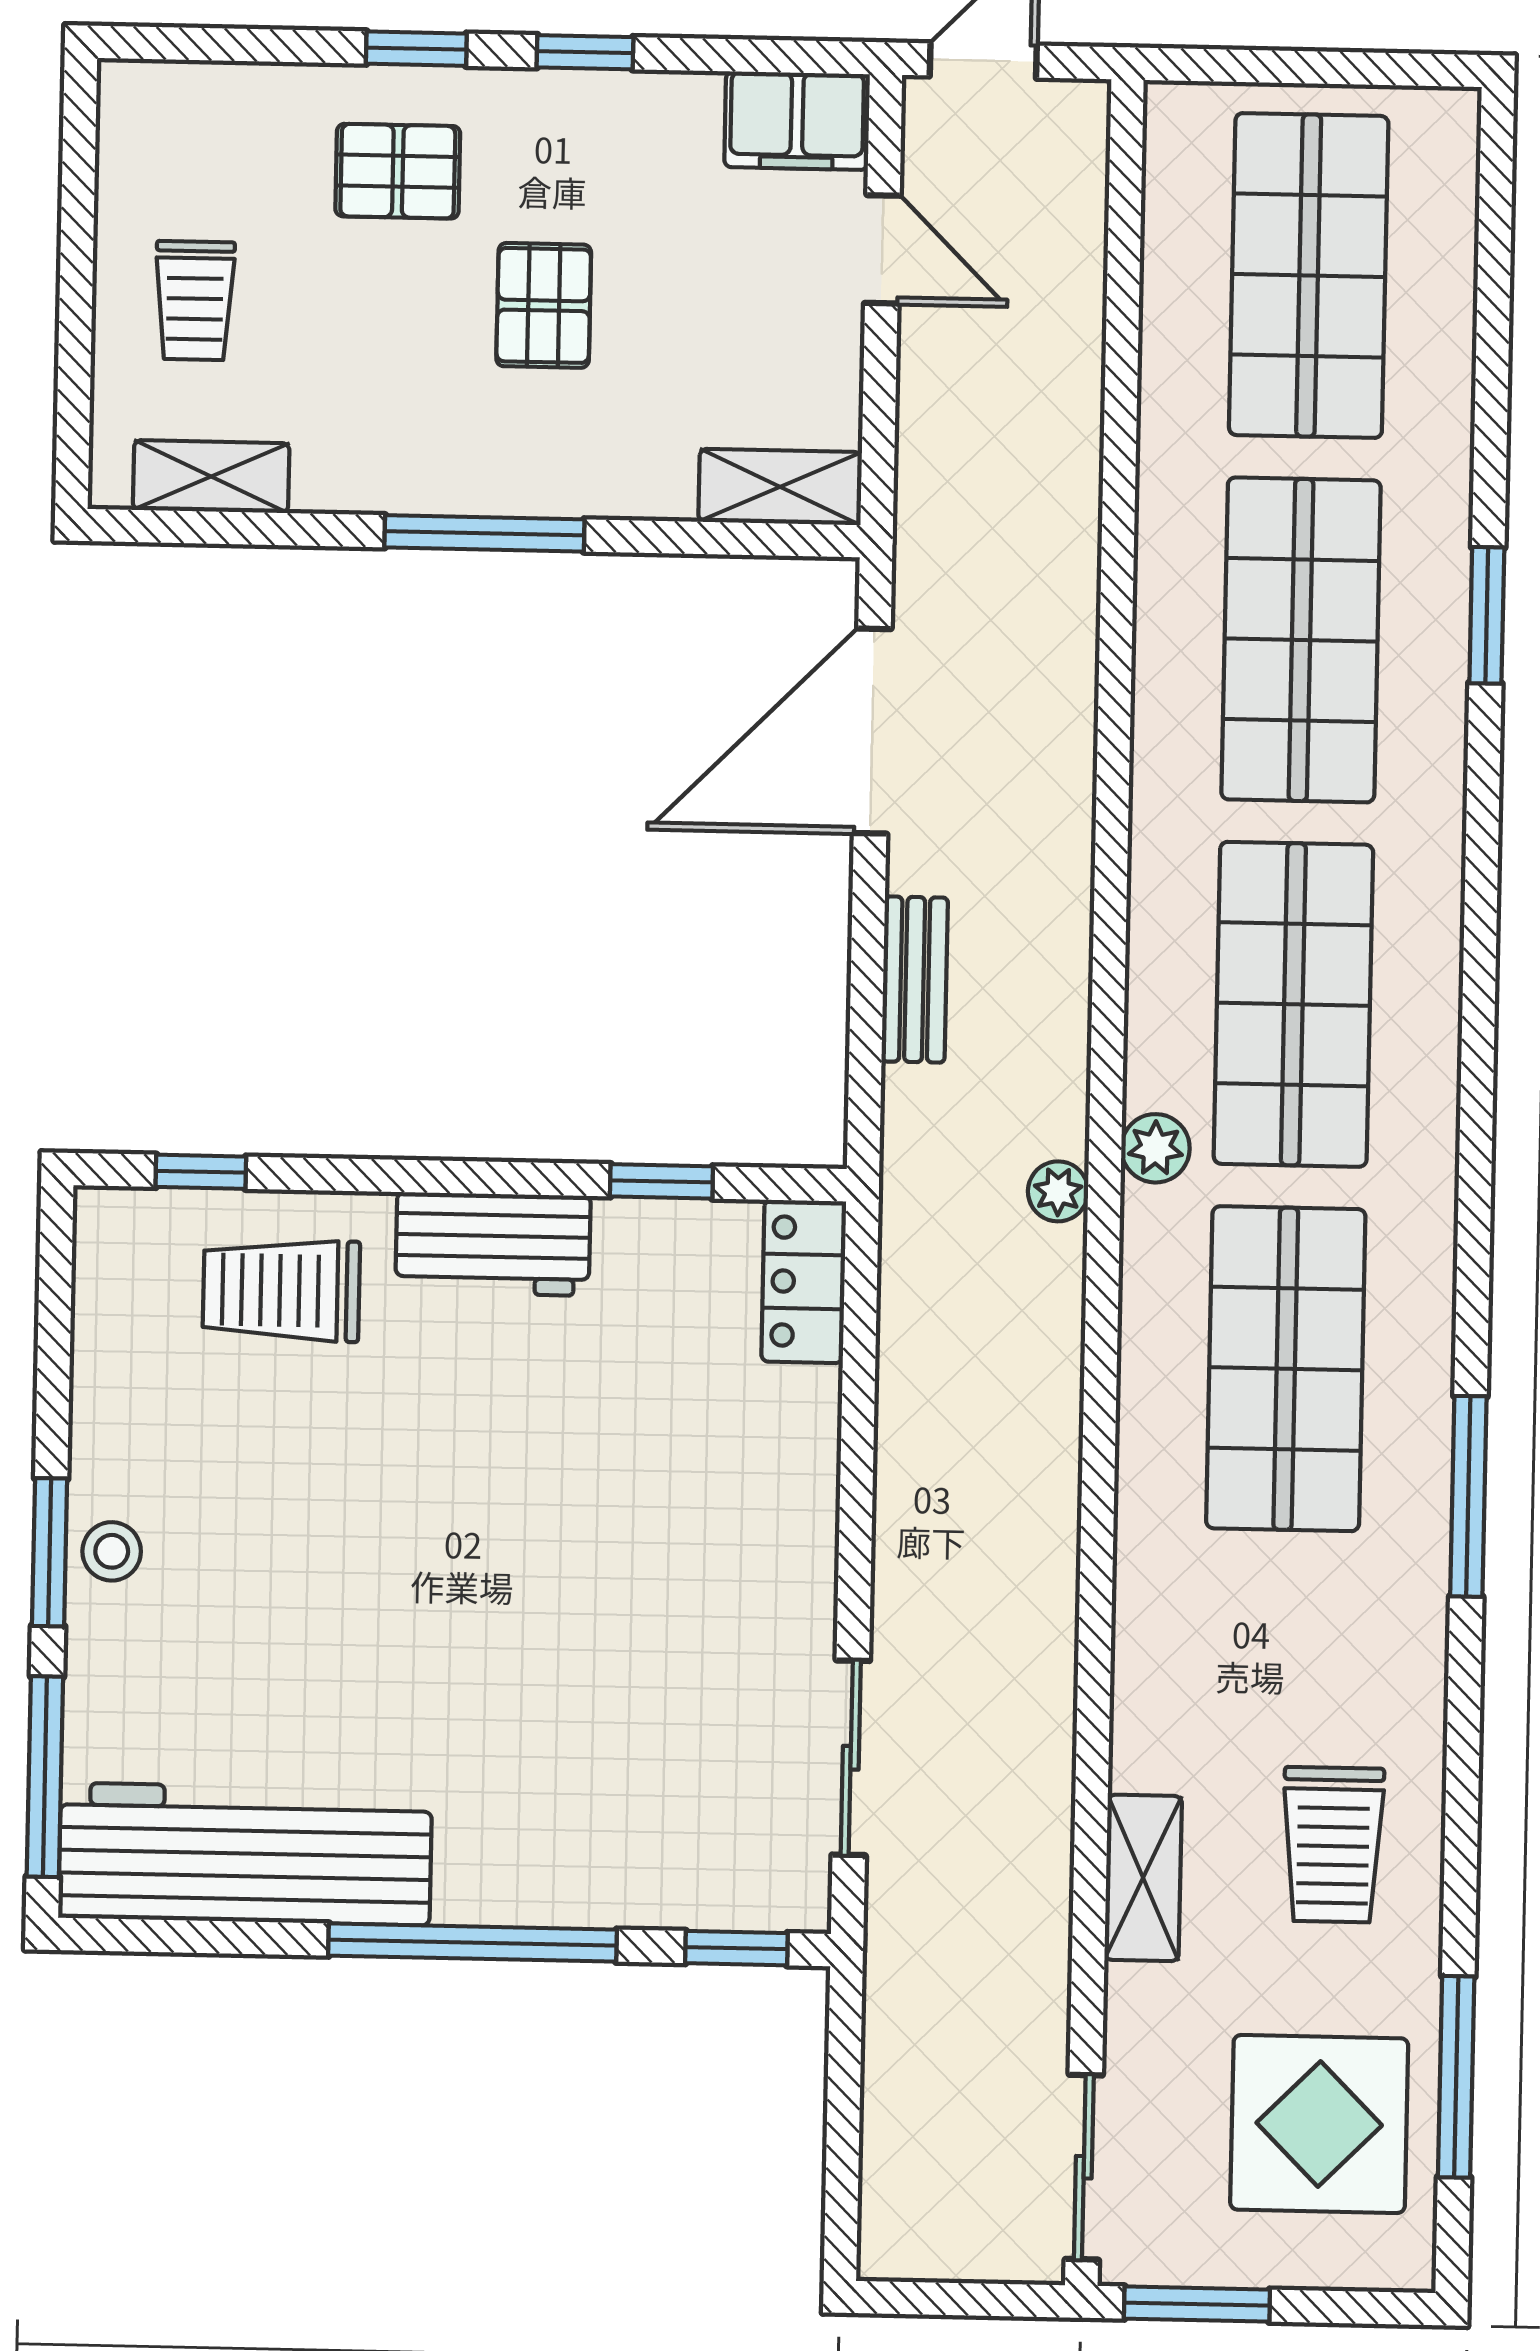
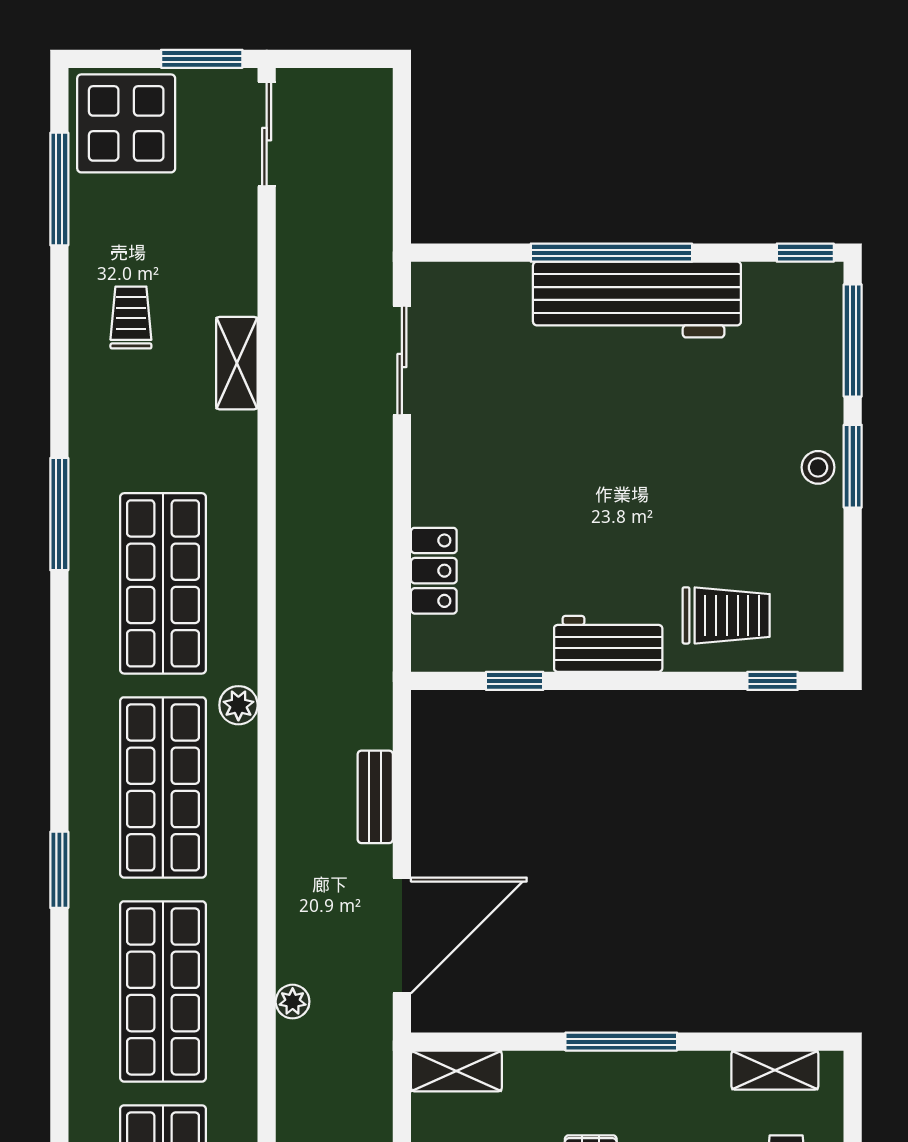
window: (1487, 615) -> (59, 870), moved
plant: (1058, 1191) -> (293, 1002), moved
locker: (804, 1281) -> (434, 571), moved
trolley: (1333, 1845) -> (131, 318), width x0.73, depth x0.72
workbench: (245, 1854) -> (637, 300), moved
shelving: (1143, 1878) -> (237, 363), moved
window: (736, 1948) -> (805, 253), moved
display table: (1319, 2124) -> (126, 123), moved

